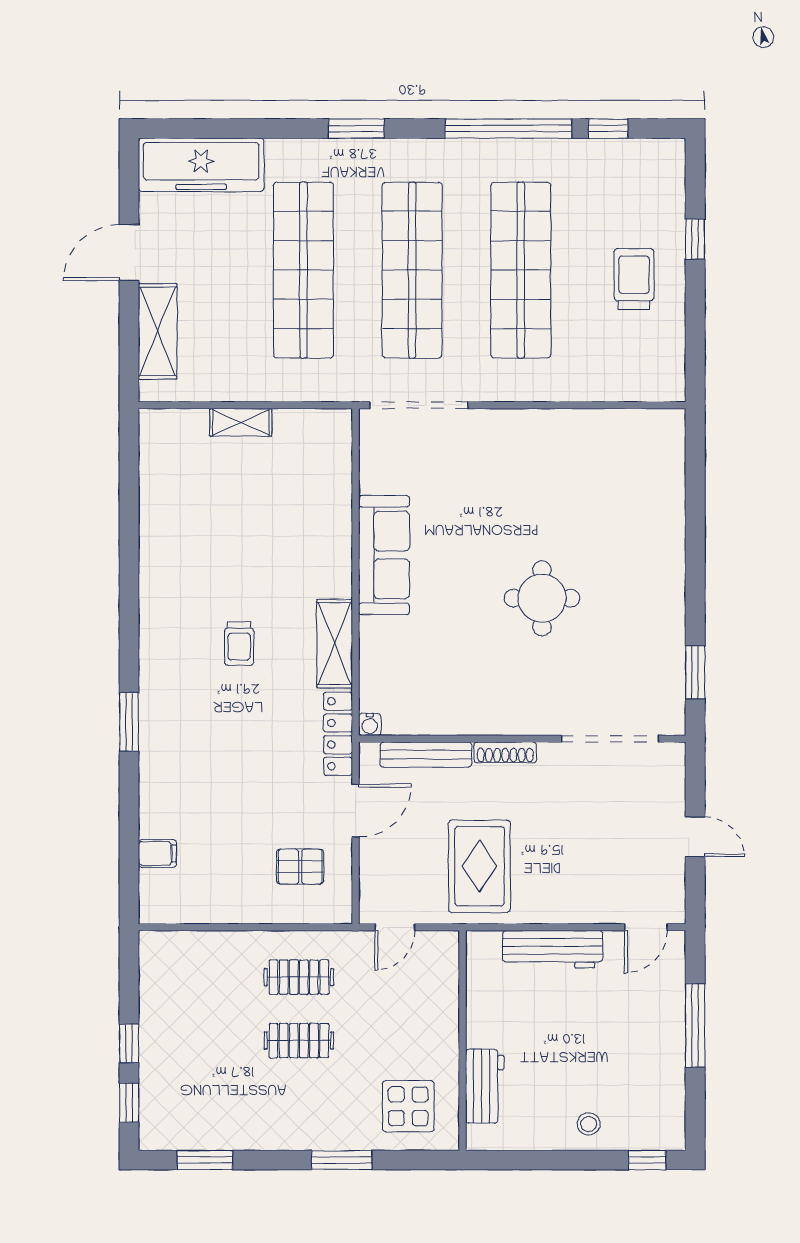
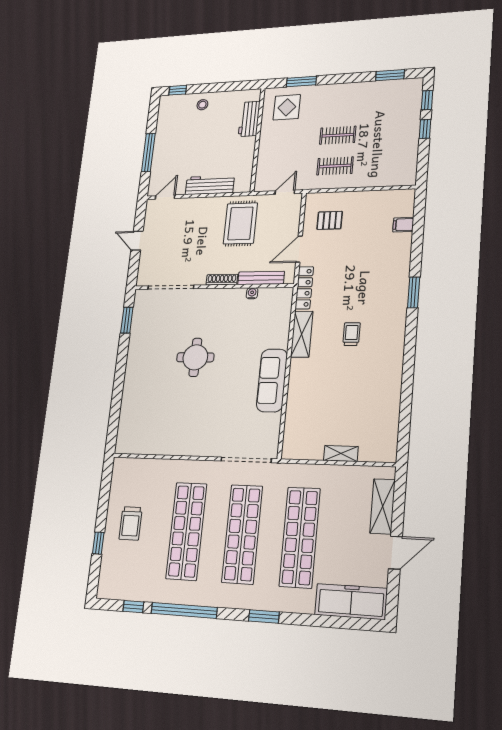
water cooler: (370, 724) -> (252, 293), moved
window: (342, 1160) -> (301, 81), moved

